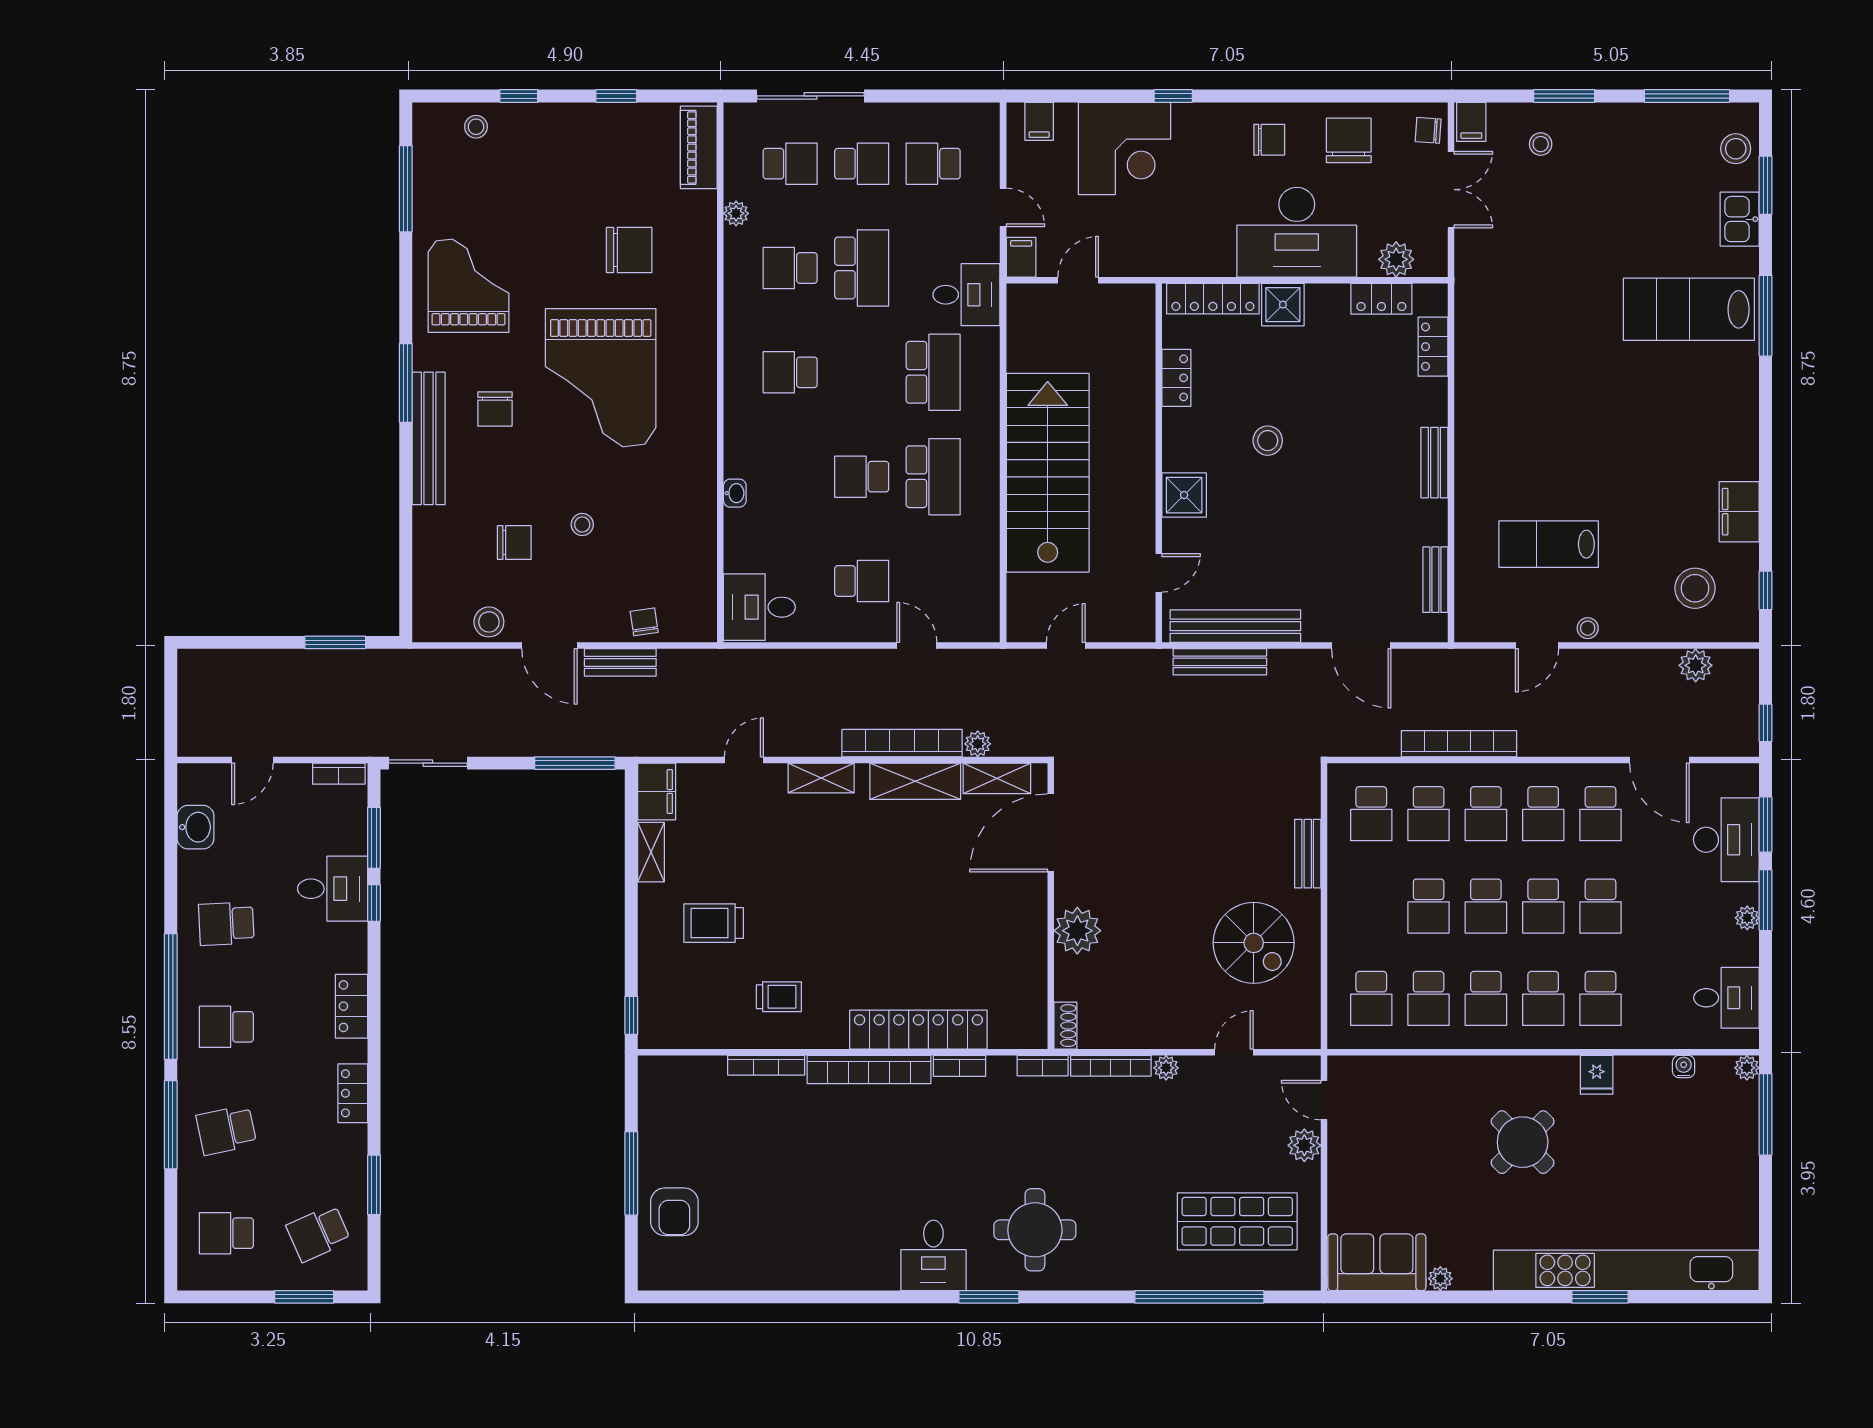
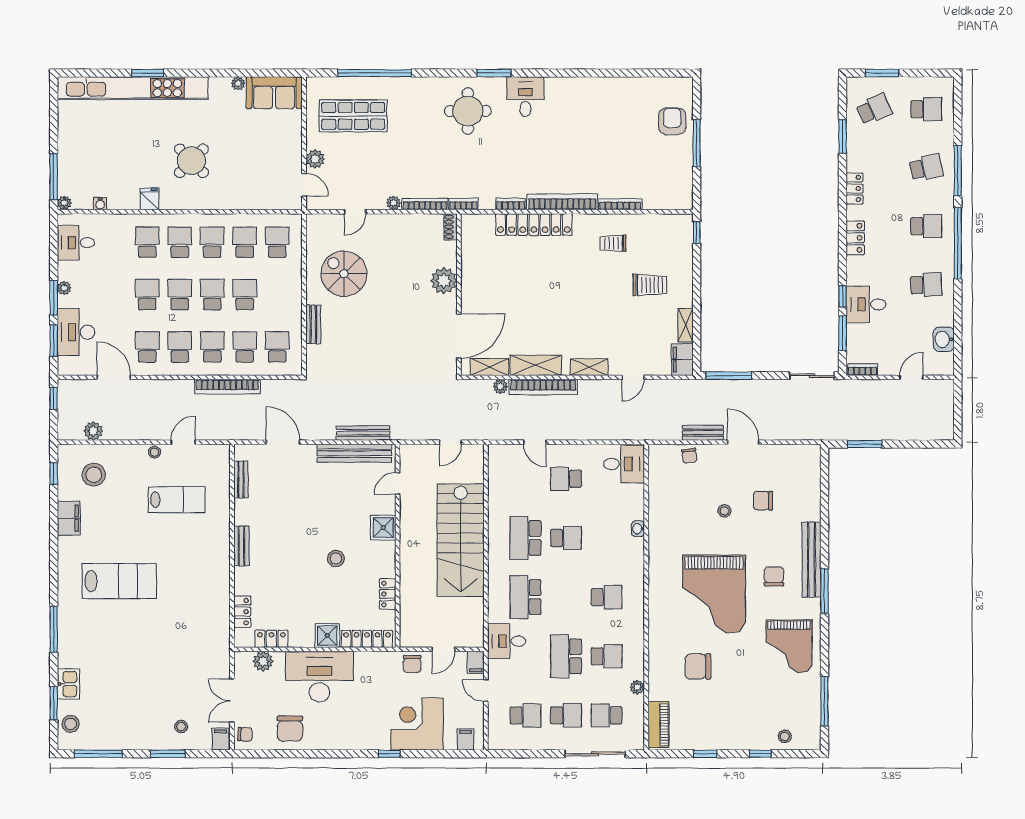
chair: (1269, 140) -> (412, 664), moved, turned -90
school desk: (862, 164) -> (566, 715), turned 180
lab bench: (1689, 309) -> (119, 581), moved
grand piano: (601, 378) -> (714, 594), turned 180
stool: (489, 622) -> (777, 456), removed

